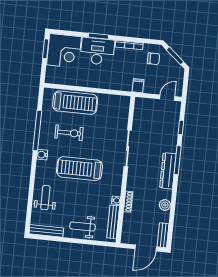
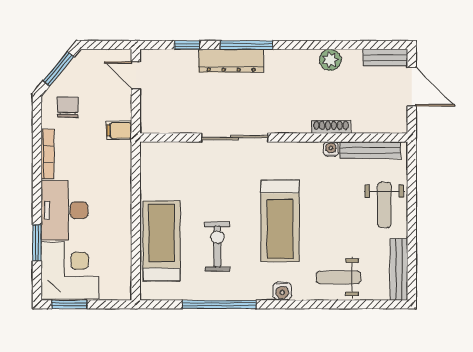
window: (98, 36) -> (37, 243), moved
water cooler: (42, 155) -> (282, 291), moved
dresser: (168, 171) -> (231, 61), moved

